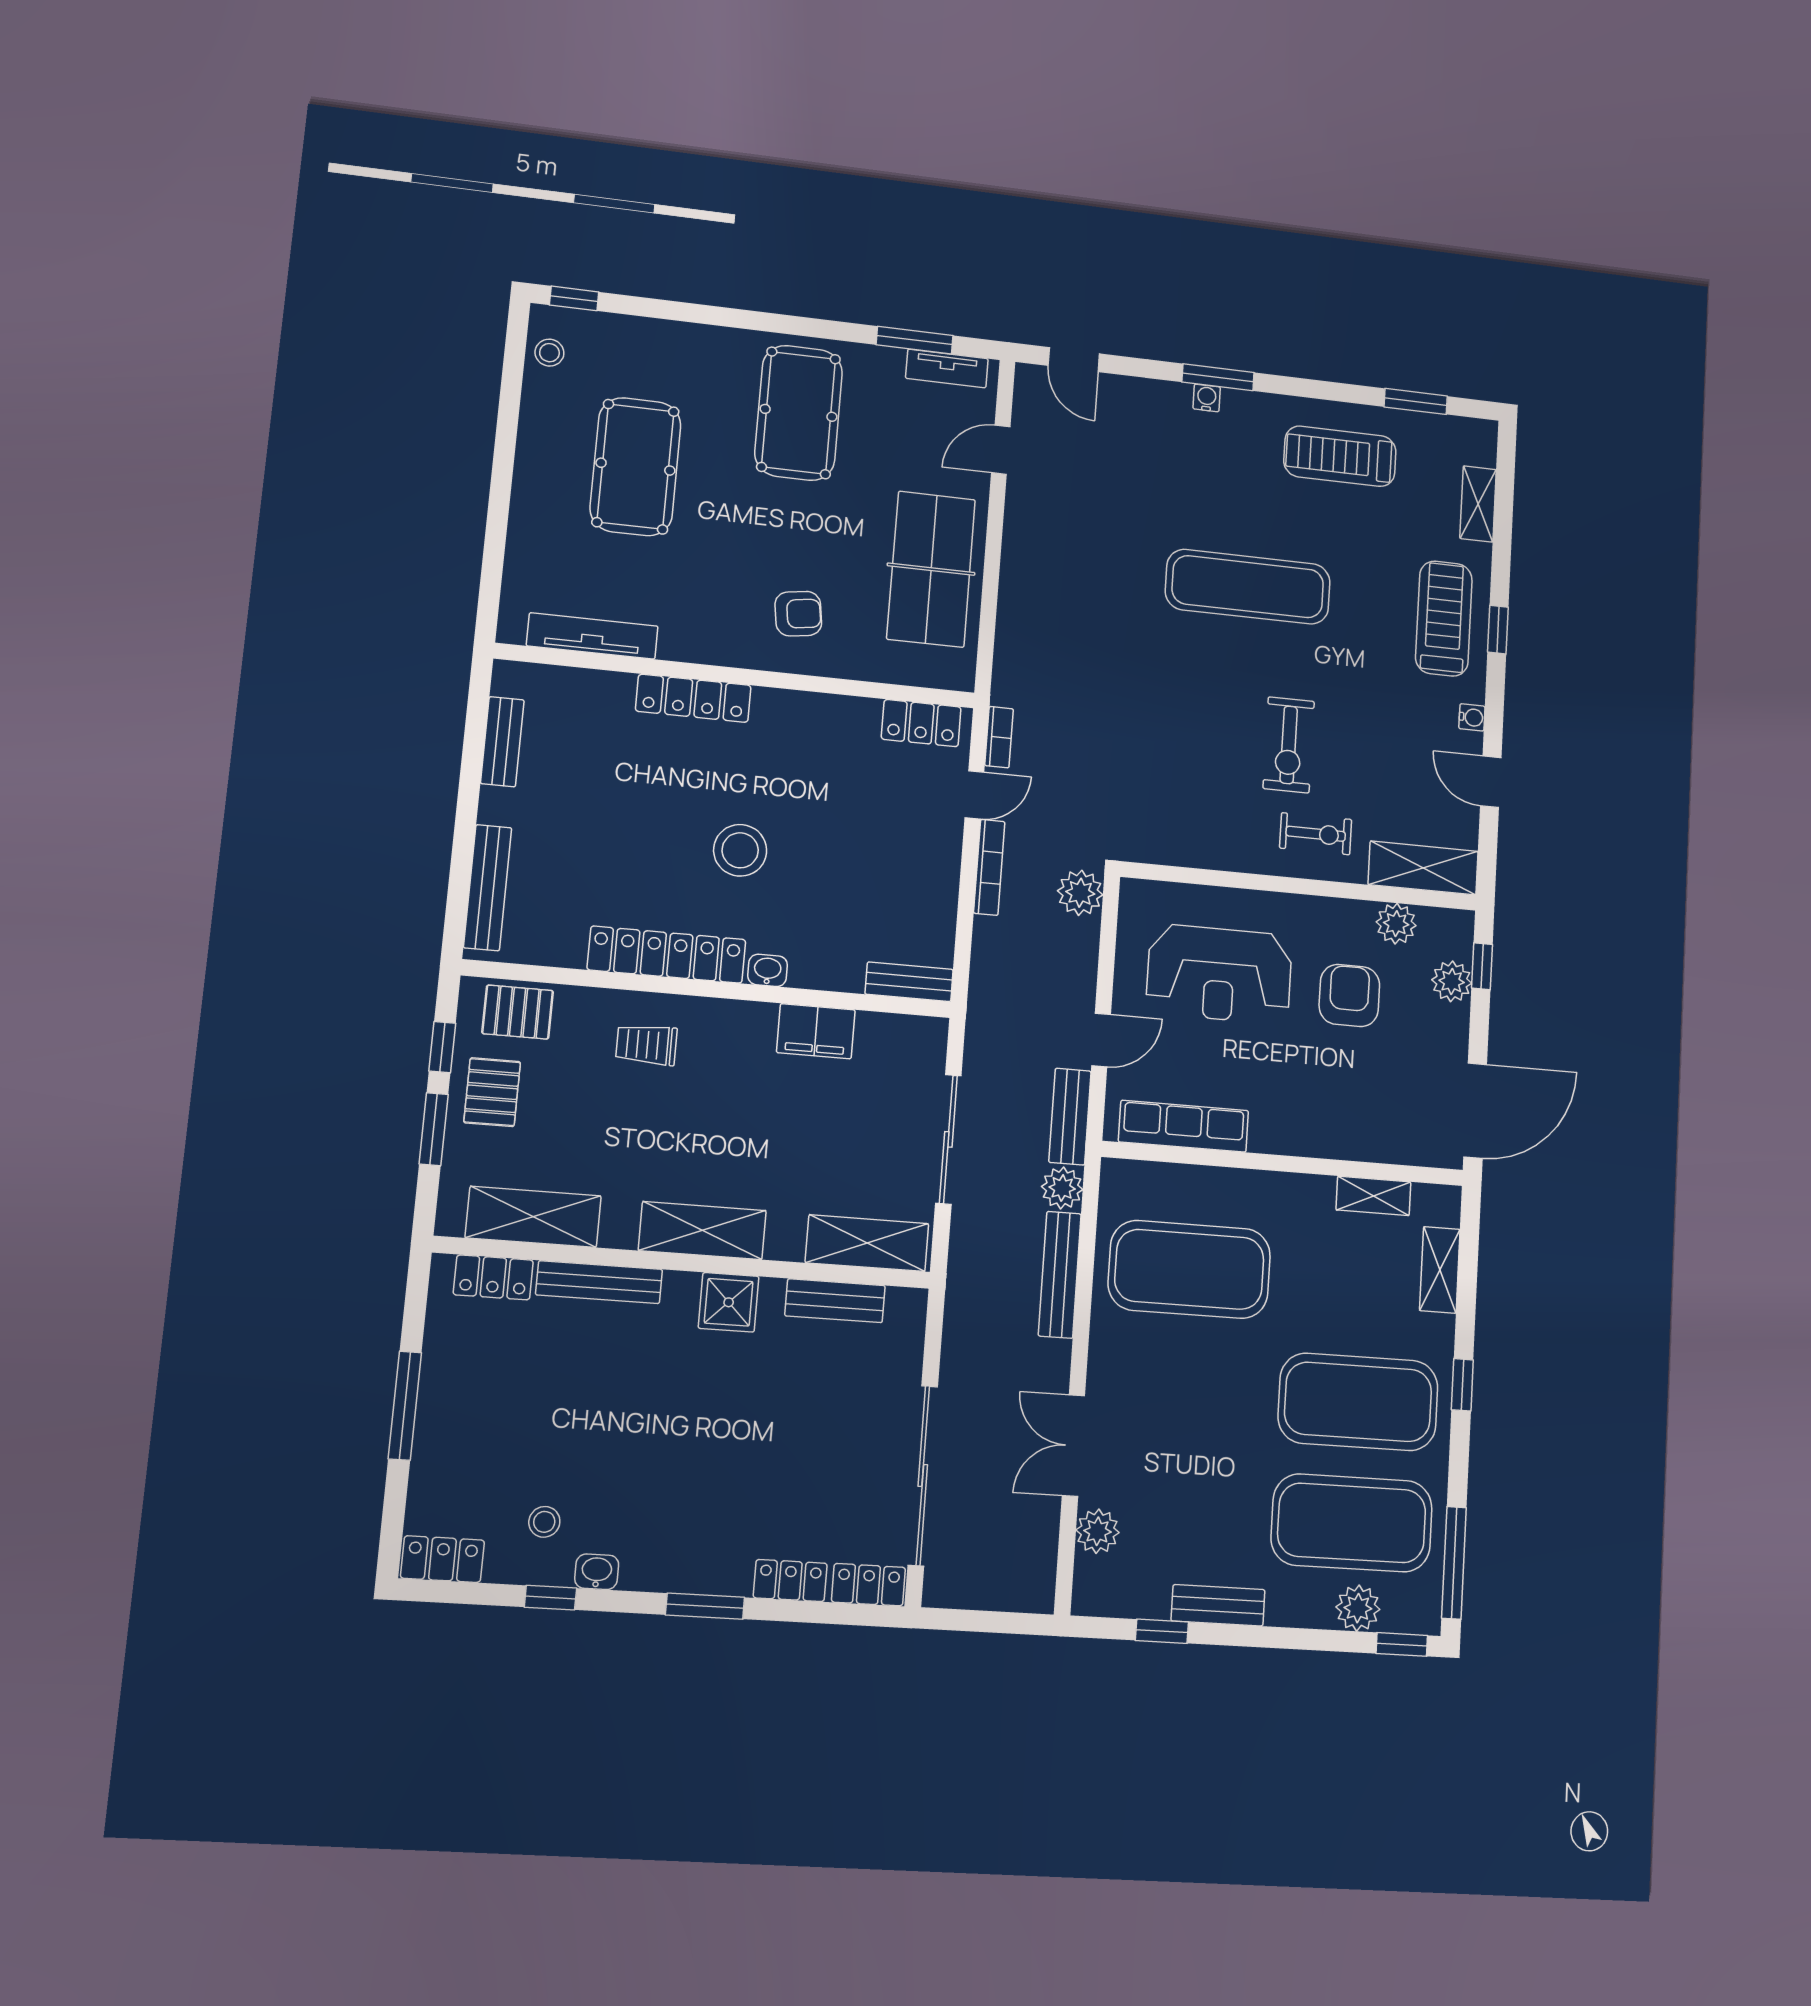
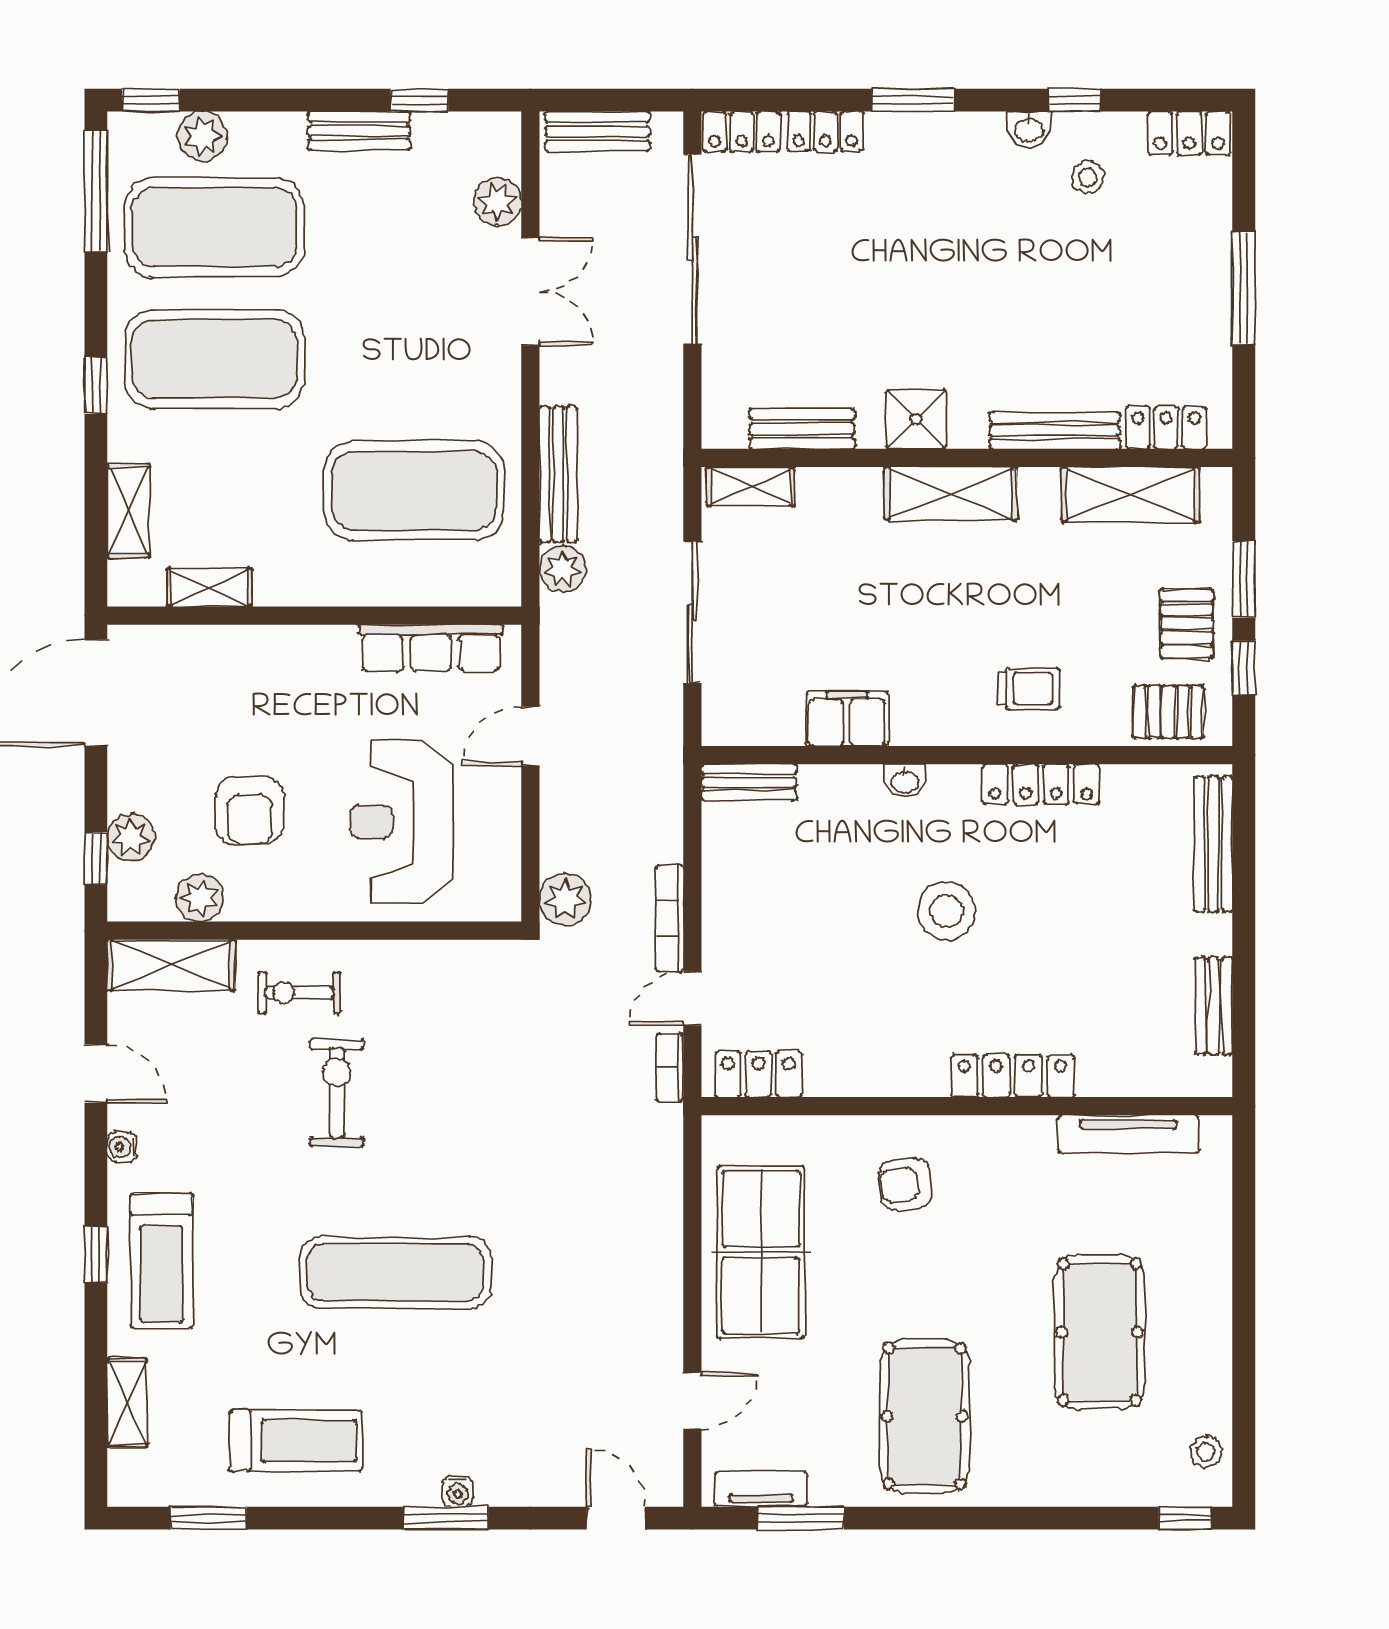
locker: (667, 955) -> (1041, 784), width x0.71, depth x0.83
reception desk: (1219, 974) -> (401, 822), turned -90
bench: (1070, 1117) -> (597, 131), moved, turned 90
shelving: (867, 1243) -> (751, 487), width x0.67, depth x0.75

